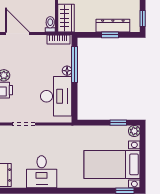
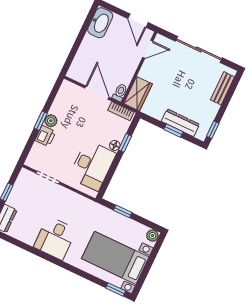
door: (17, 33) -> (97, 93), moved
window: (74, 64) -> (125, 143), width x0.46
window: (118, 123) -> (123, 211), moved
desk: (42, 172) -> (55, 238), moved

